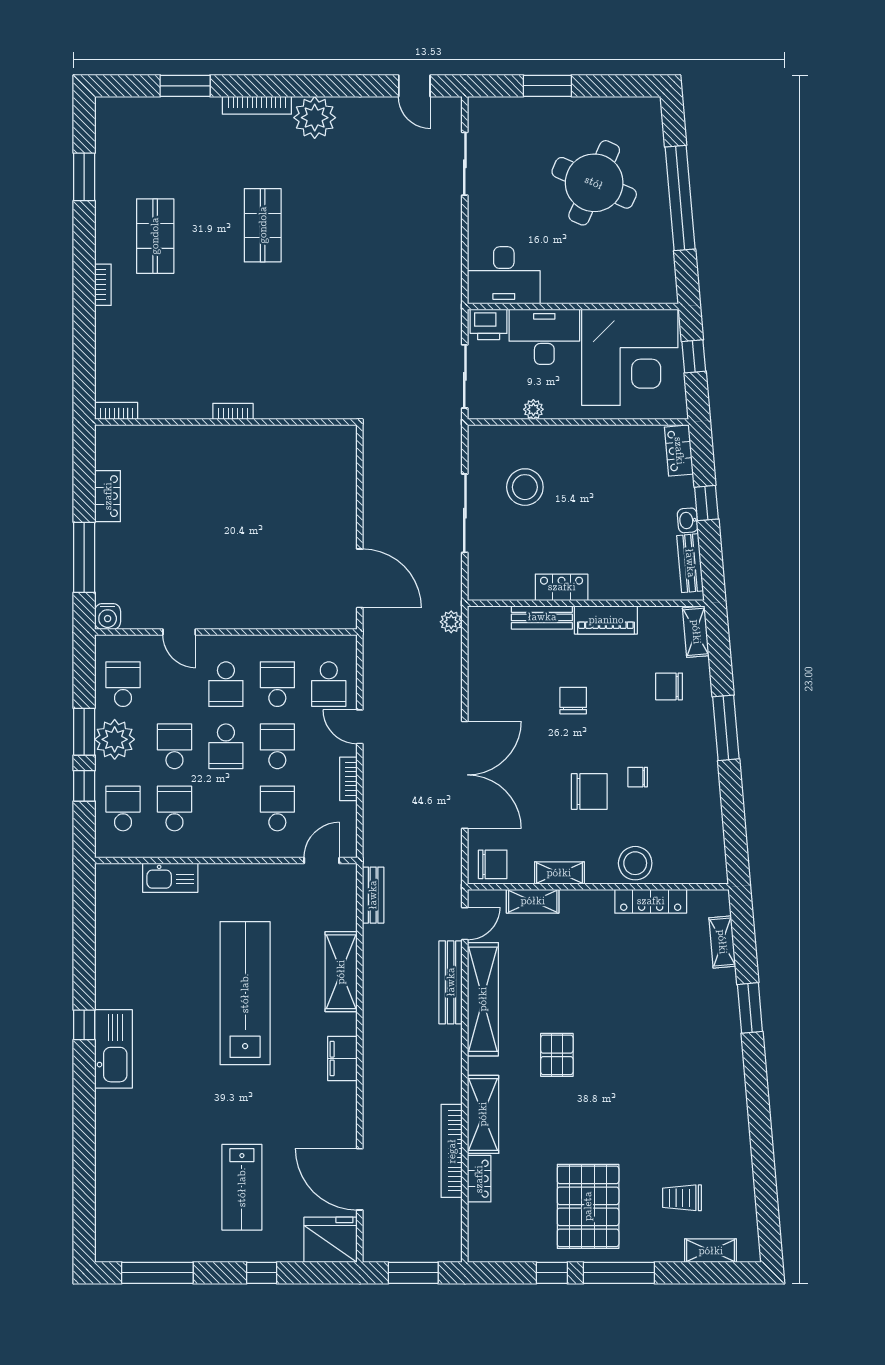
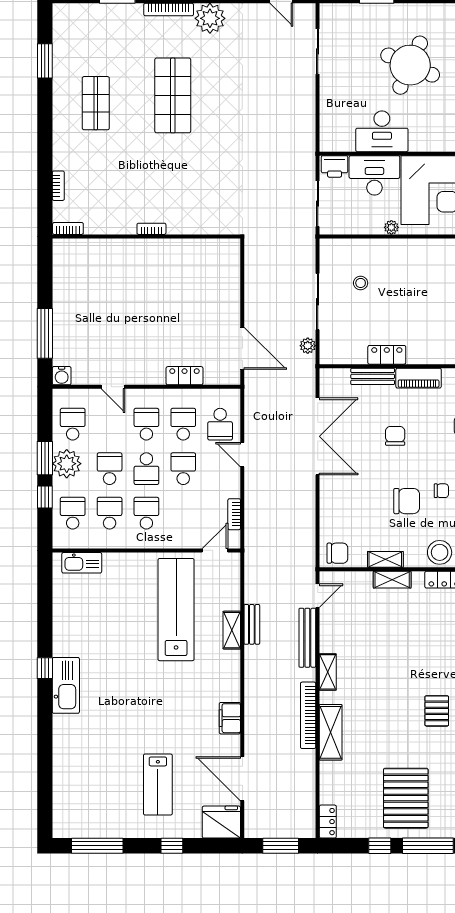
shop shelf: (263, 225) -> (173, 95), width x1.43, depth x1.36
desk: (504, 275) -> (382, 131), moved
bookcase: (103, 285) -> (58, 186), moved
plant: (533, 409) -> (391, 227), moved
stool: (525, 487) -> (361, 283), width x0.53, depth x0.53
locker: (108, 496) -> (184, 376), moved, turned -90
plant: (451, 622) -> (308, 346), moved
school desk: (226, 684) -> (146, 424), turned 180
double door: (465, 775) -> (318, 436), moved
chair: (638, 777) -> (441, 491), turned 180
bookcase: (348, 779) -> (234, 514), moved
school desk: (277, 808) -> (146, 513), moved
kitchen sink: (170, 878) -> (82, 563), moved
bench: (373, 895) -> (252, 624), moved
shelving: (533, 901) -> (392, 580), moved
shelving: (341, 972) -> (232, 630), width x0.67, depth x0.75
lab bench: (245, 993) -> (176, 610), moved
shelving: (483, 999) -> (328, 672), width x0.45, depth x0.75
pallet: (557, 1055) -> (437, 711), moved
filing cabinet: (342, 1059) -> (230, 718), moved
bookcase: (452, 1151) -> (308, 715), moved
locker: (479, 1179) -> (328, 822), moved

